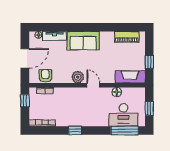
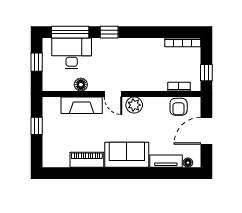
piano: (127, 37) -> (87, 160), moved
fireplace: (130, 77) -> (82, 105), moved
window: (75, 130) -> (109, 32), moved

